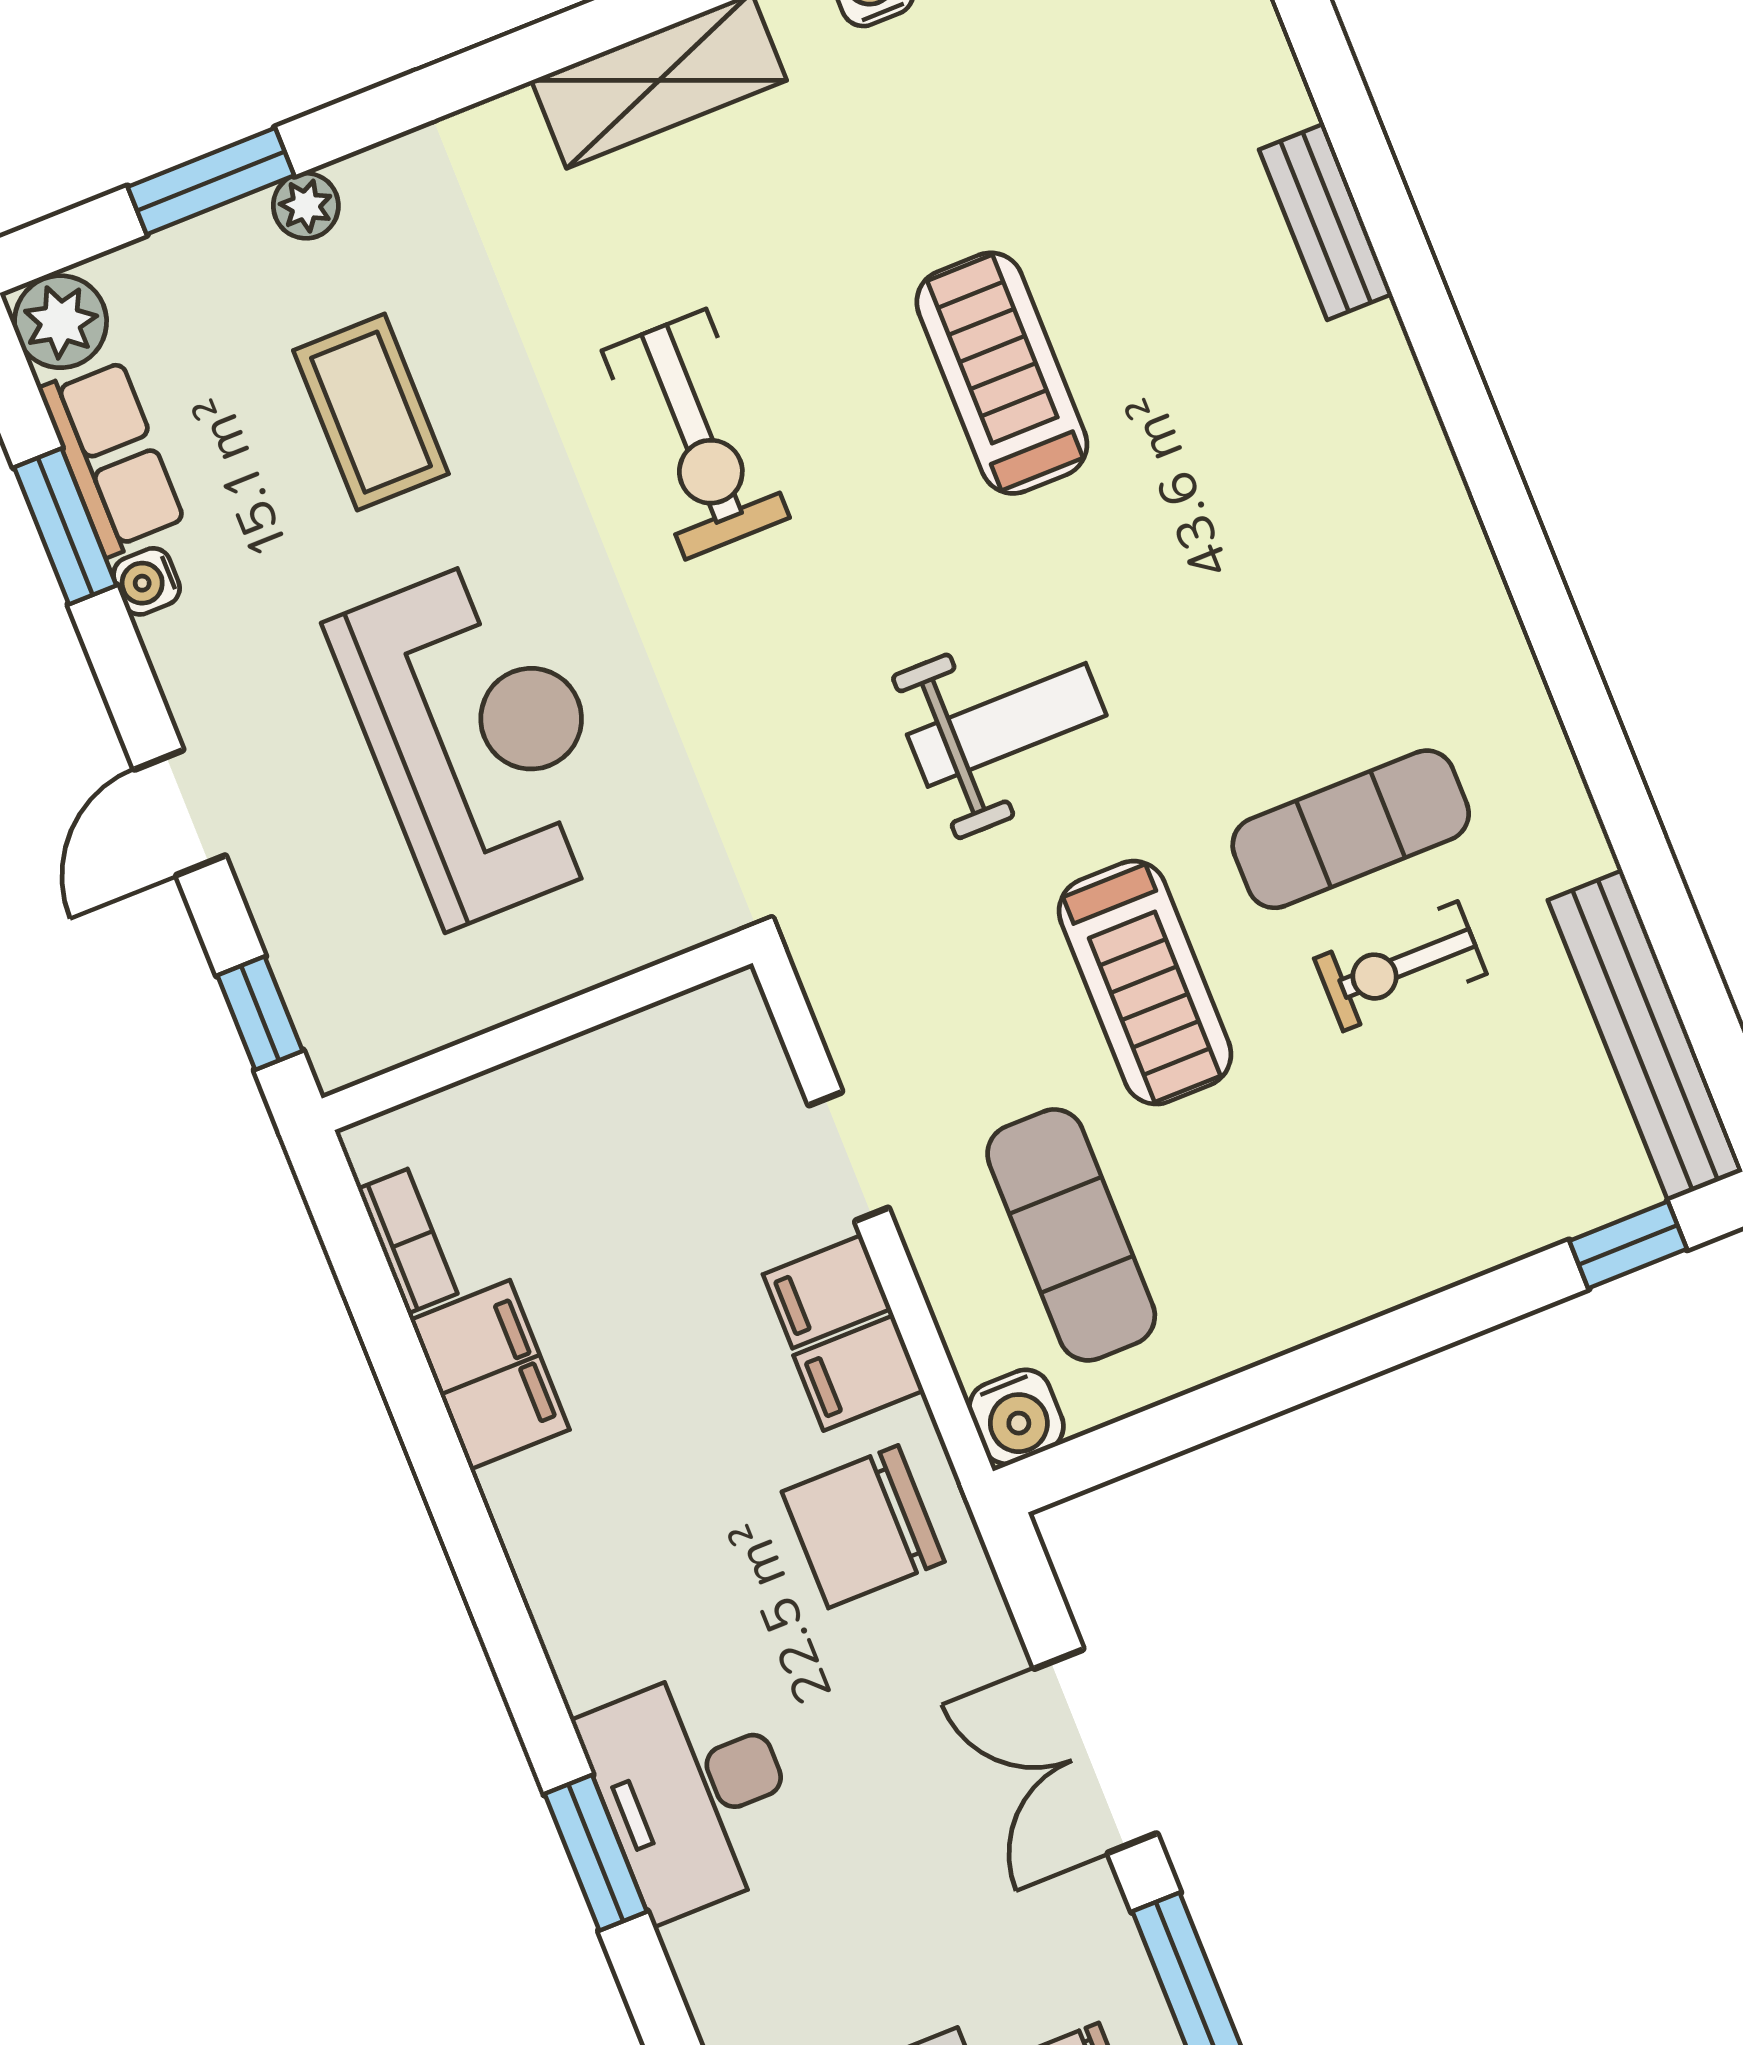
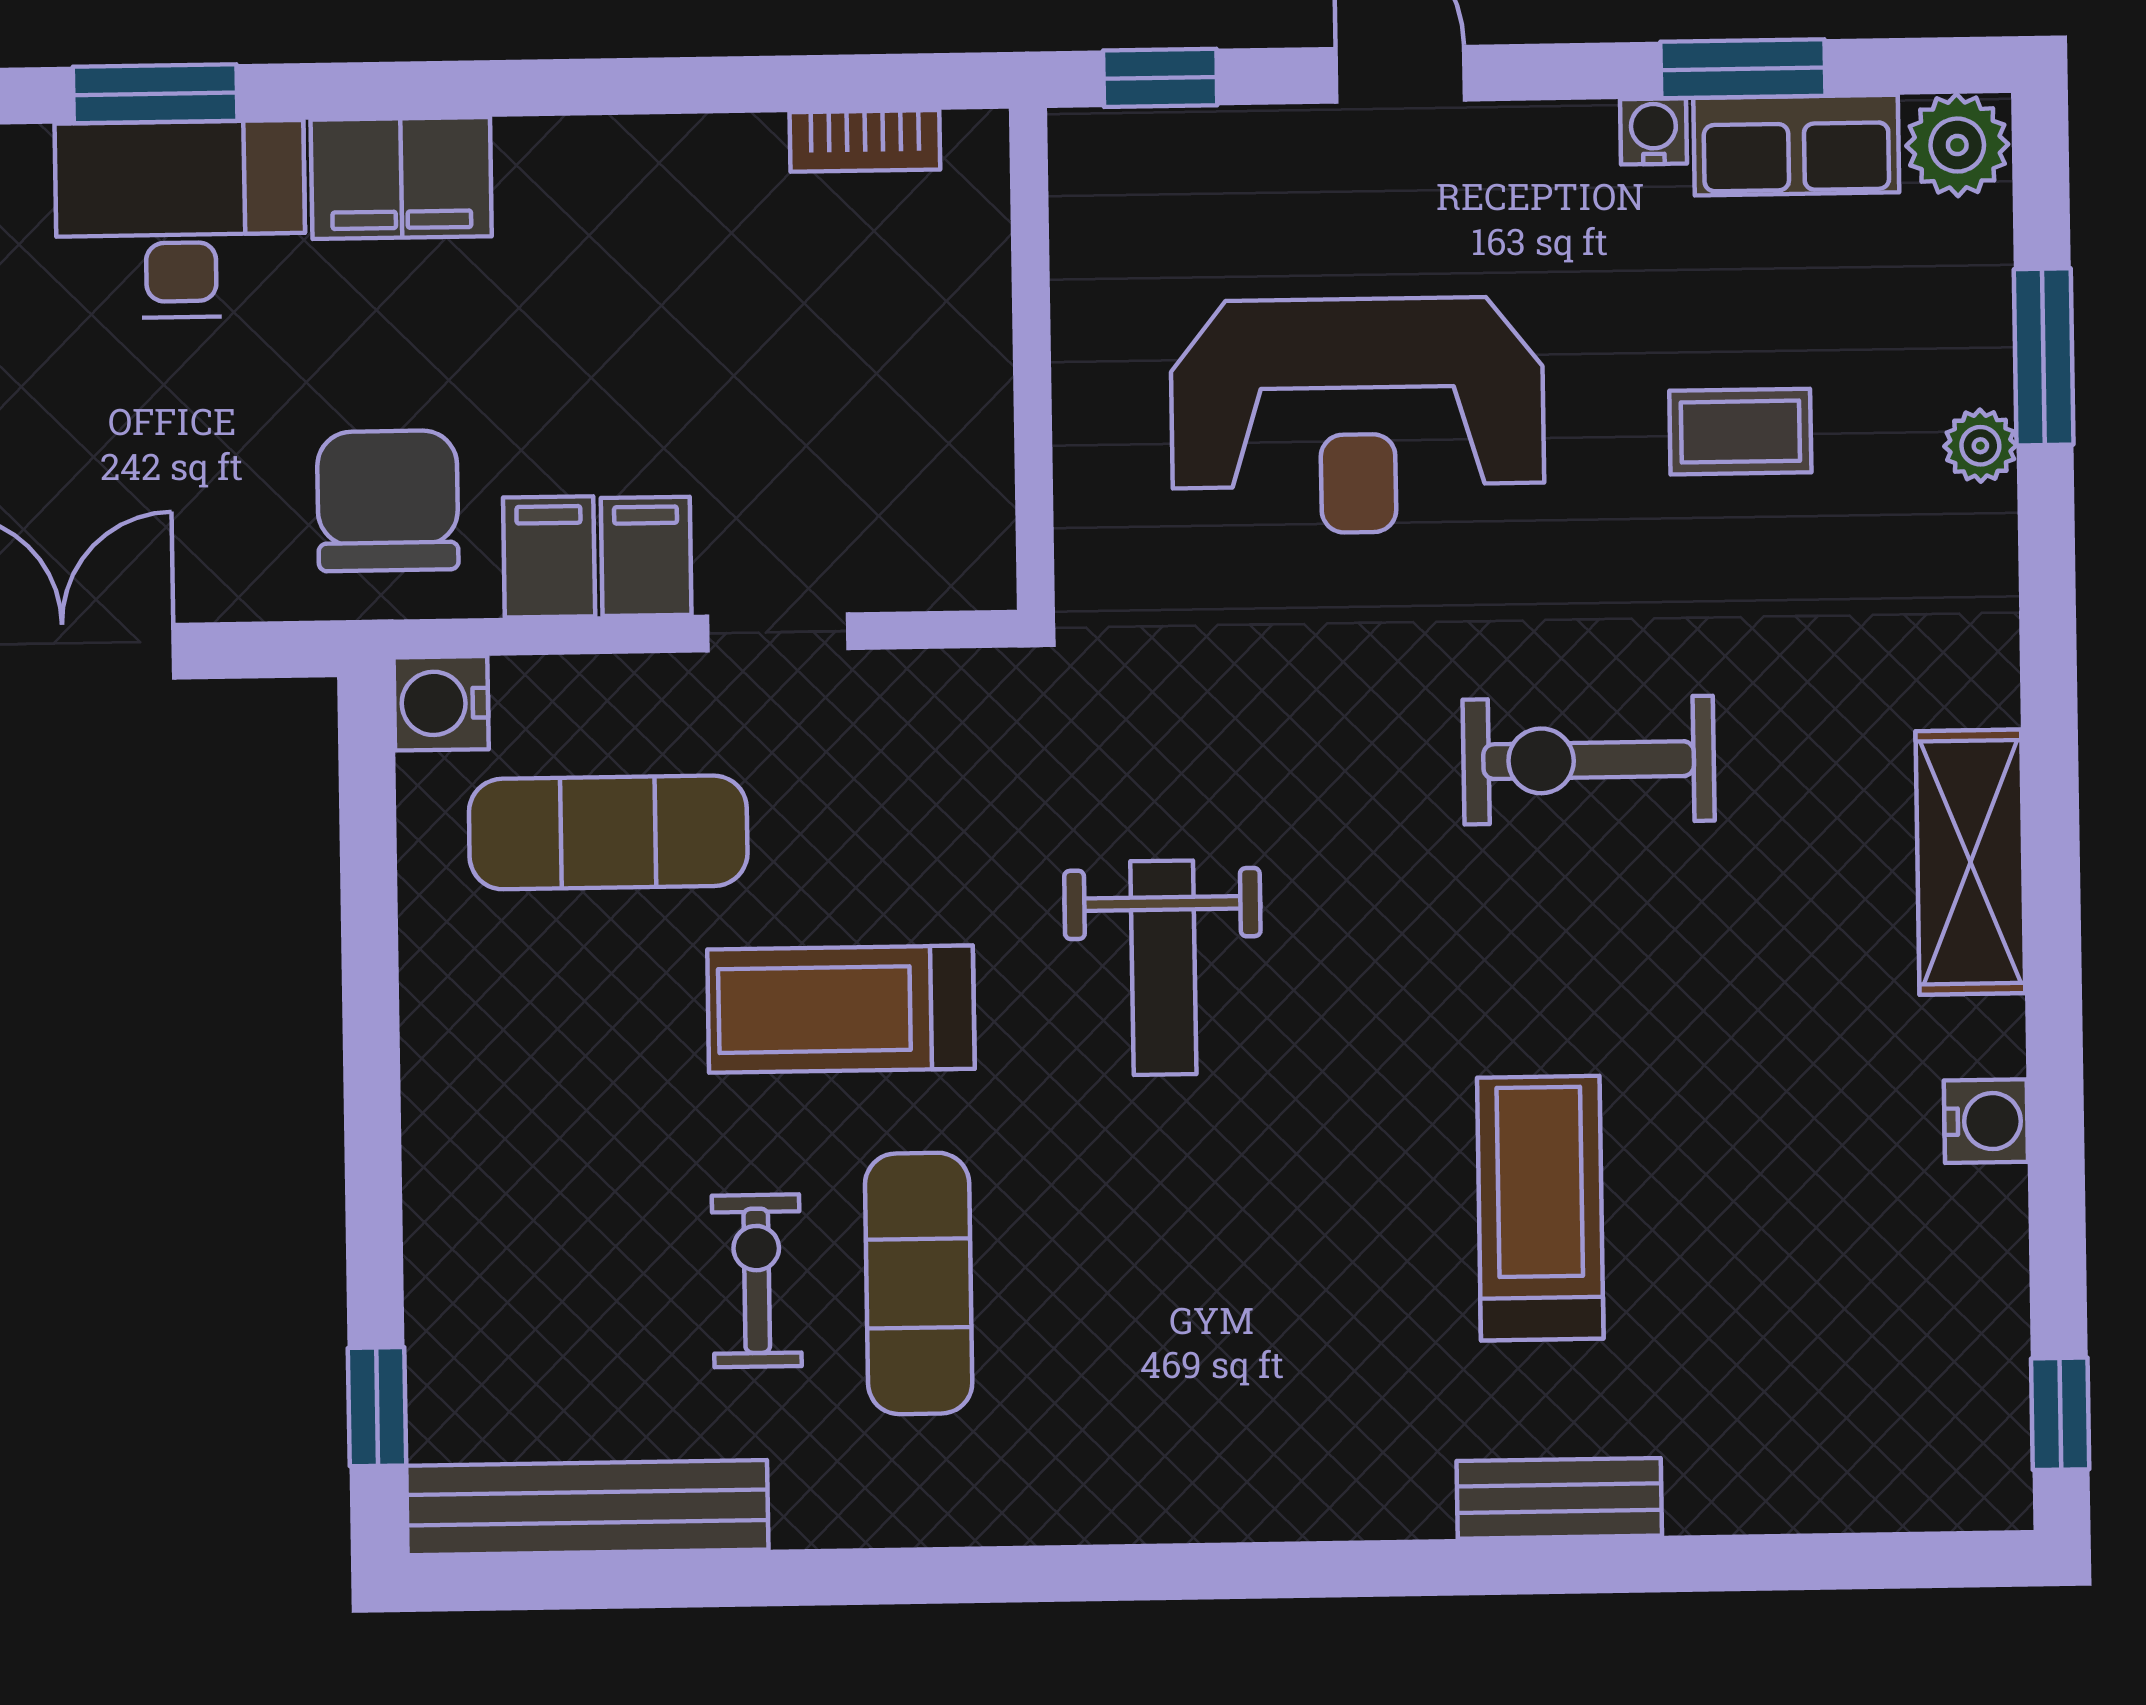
treadmill: (1002, 373) -> (1540, 1208), moved, turned -90
coffee table: (371, 412) -> (1740, 432), width x0.73, depth x0.77
filing cabinet: (490, 1375) -> (401, 178), moved

